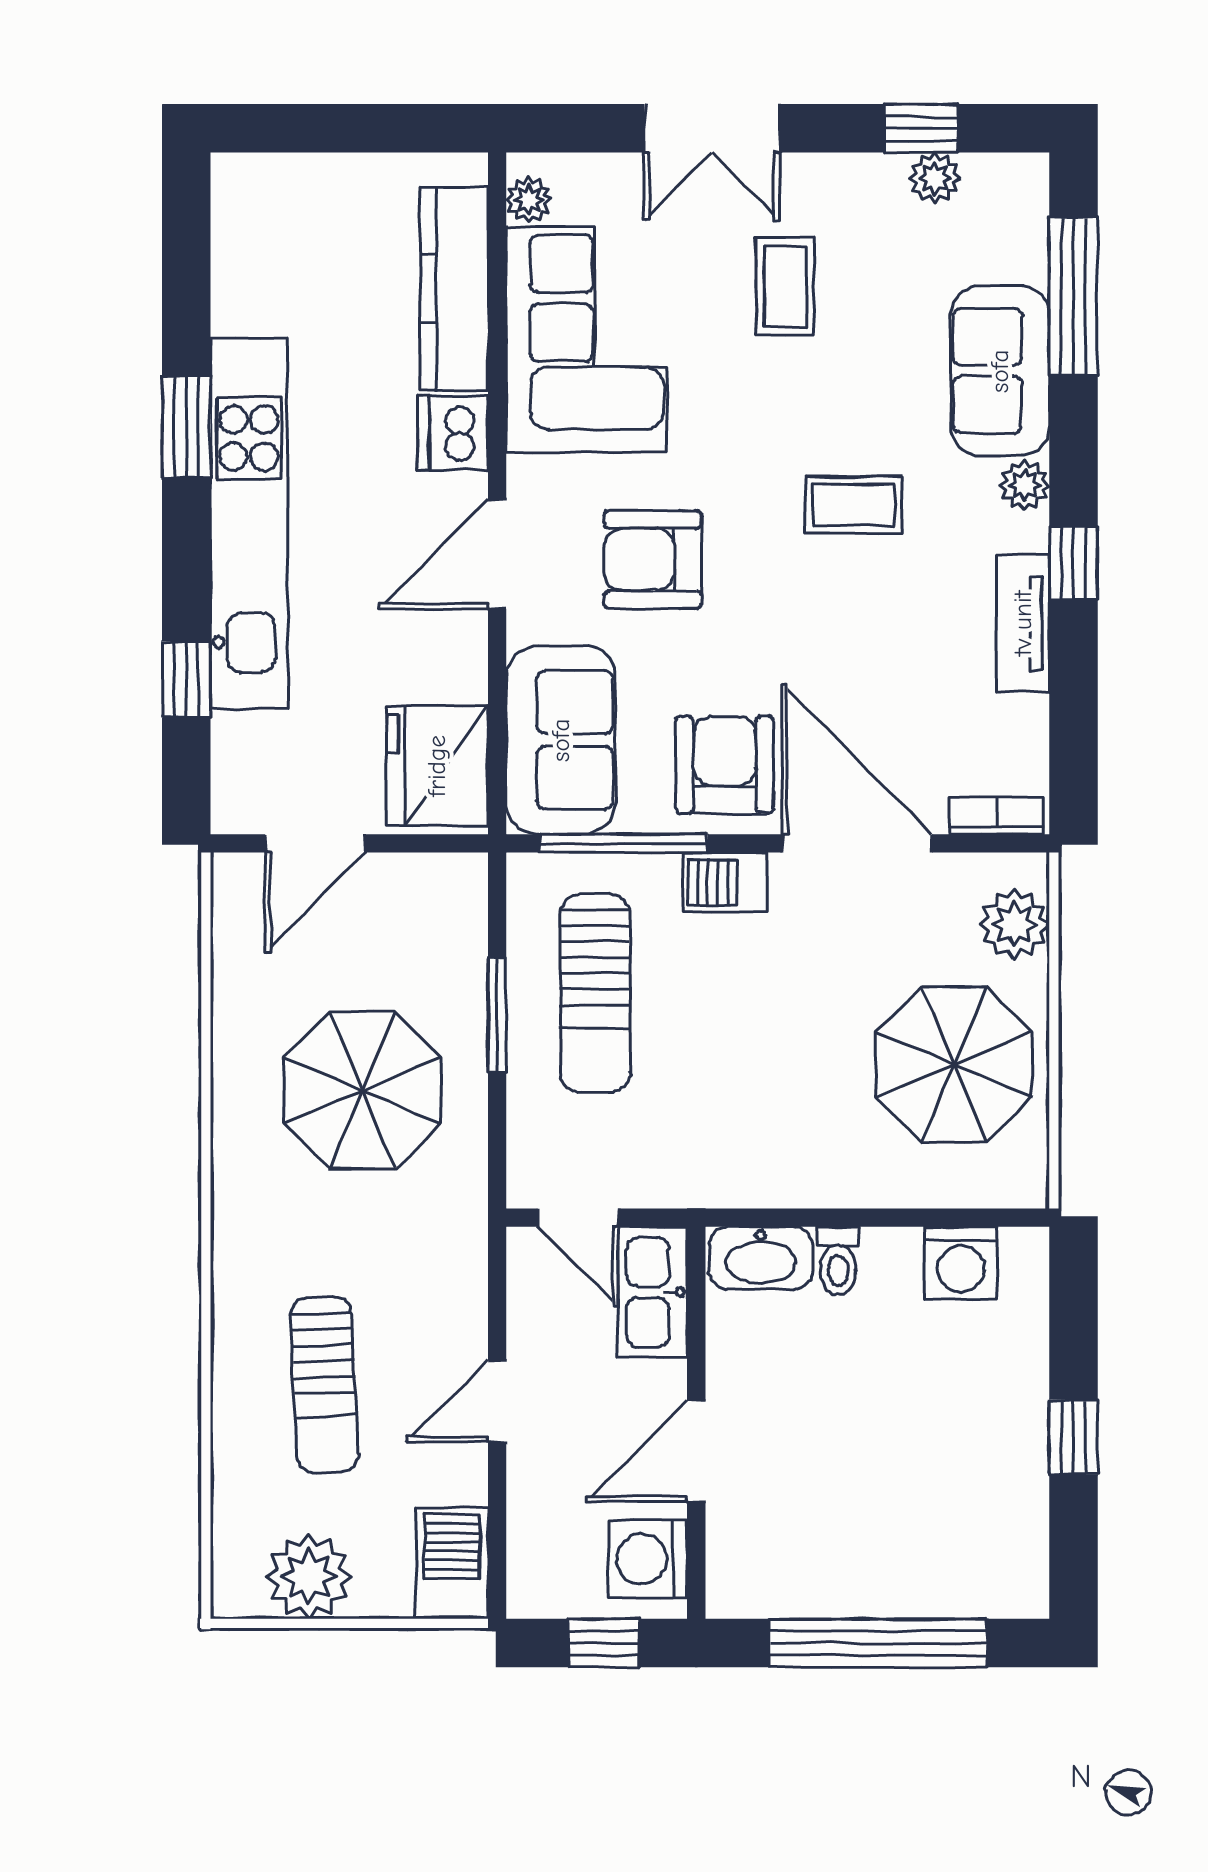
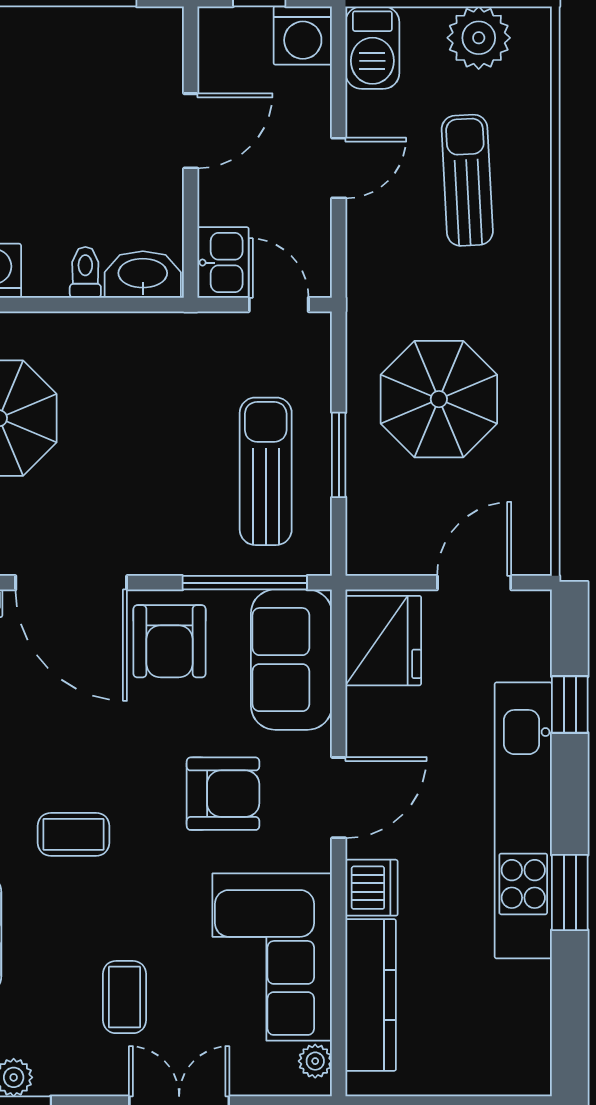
barbecue: (725, 882) -> (169, 554), removed
kitchen sink: (653, 1292) -> (223, 263), width x0.73
washing machine: (648, 1559) -> (303, 35), moved, turned 90

